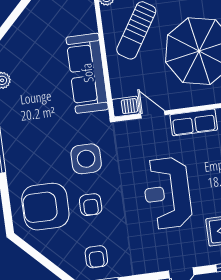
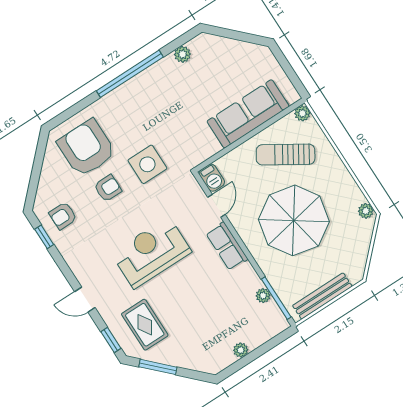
sofa: (87, 73) -> (248, 114), moved
armchair: (91, 205) -> (108, 188), turned 180

